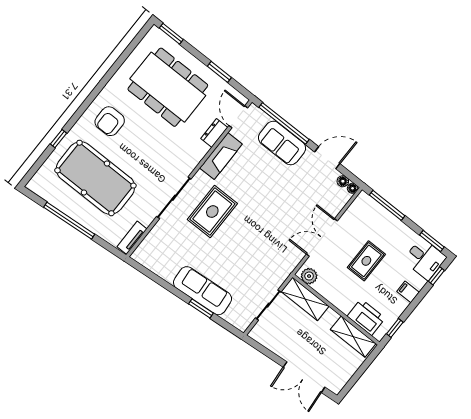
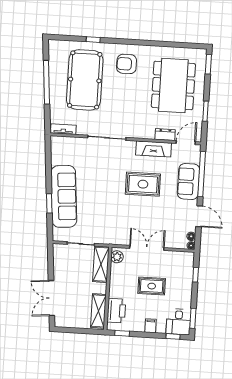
window: (387, 205) -> (196, 275), width x0.46
rug: (212, 211) -> (143, 184), moved
sofa: (203, 291) -> (64, 196), width x1.36, depth x1.27

